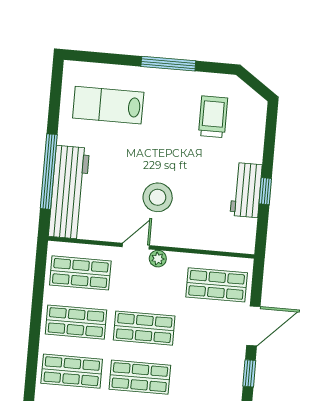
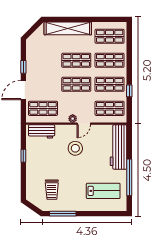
window: (168, 64) -> (63, 214), moved
window: (49, 172) -> (129, 177), moved
workbench: (246, 190) -> (42, 131), moved, turned 90
window: (37, 305) -> (129, 91), added

